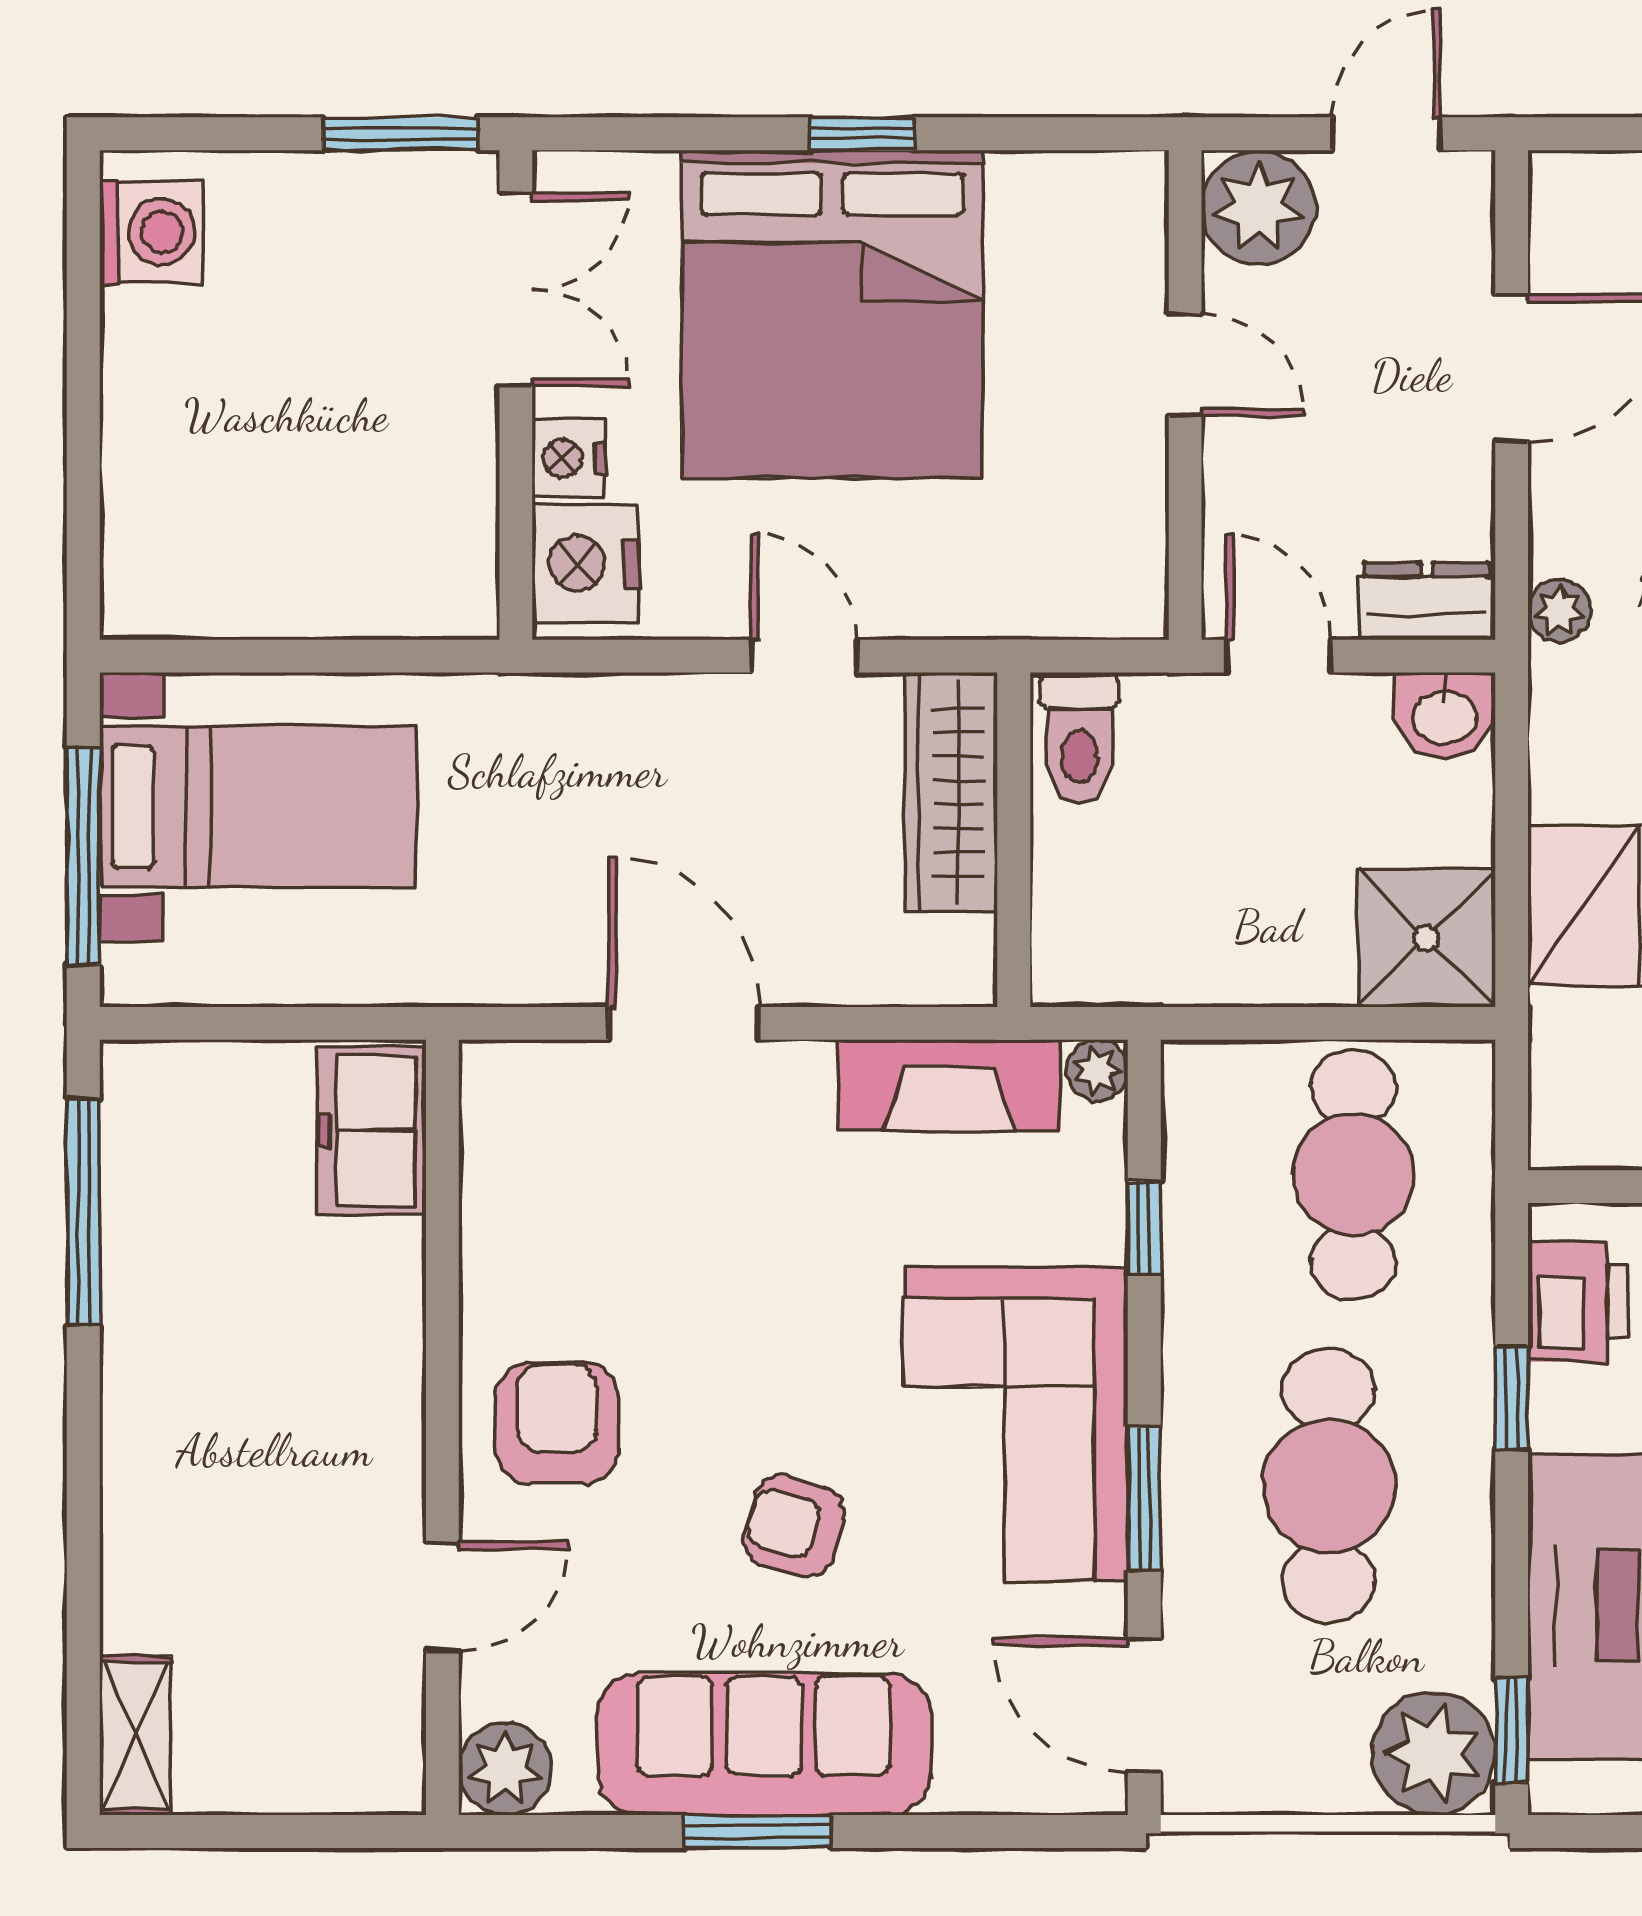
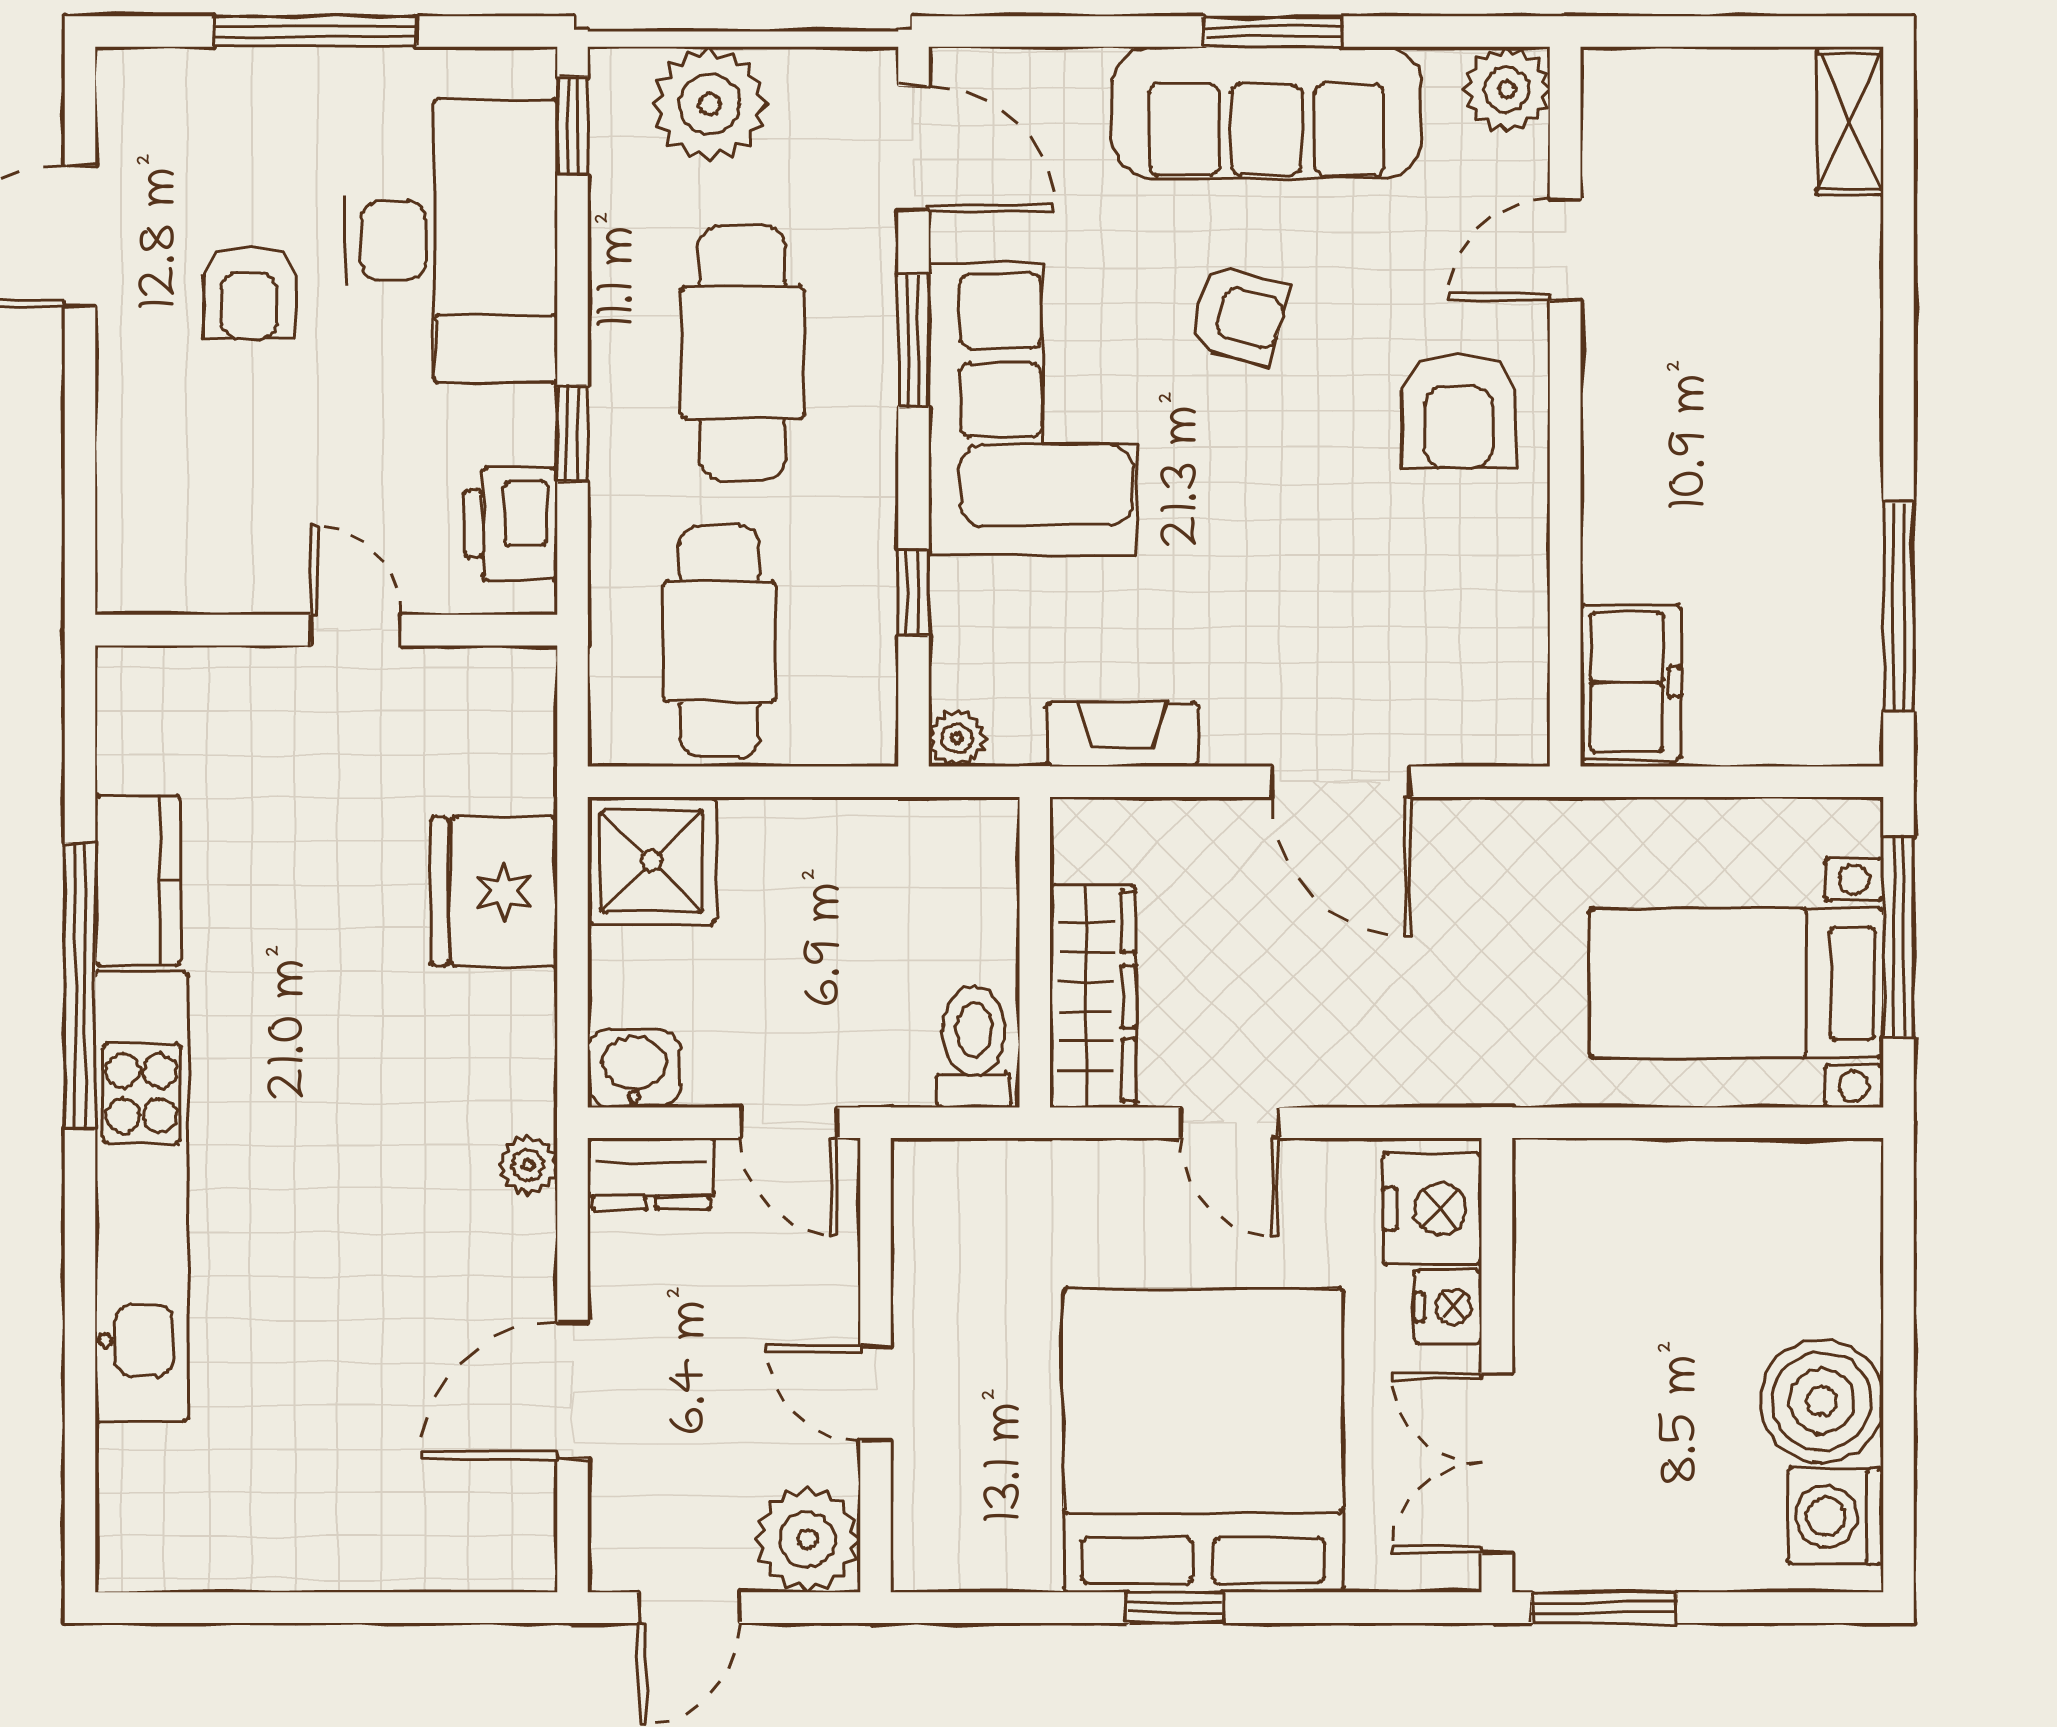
boiler: (166, 356) -> (1822, 1401), added
fireplace: (949, 1085) -> (1122, 734), width x0.73, depth x0.76
plant: (1433, 1753) -> (709, 104), moved

